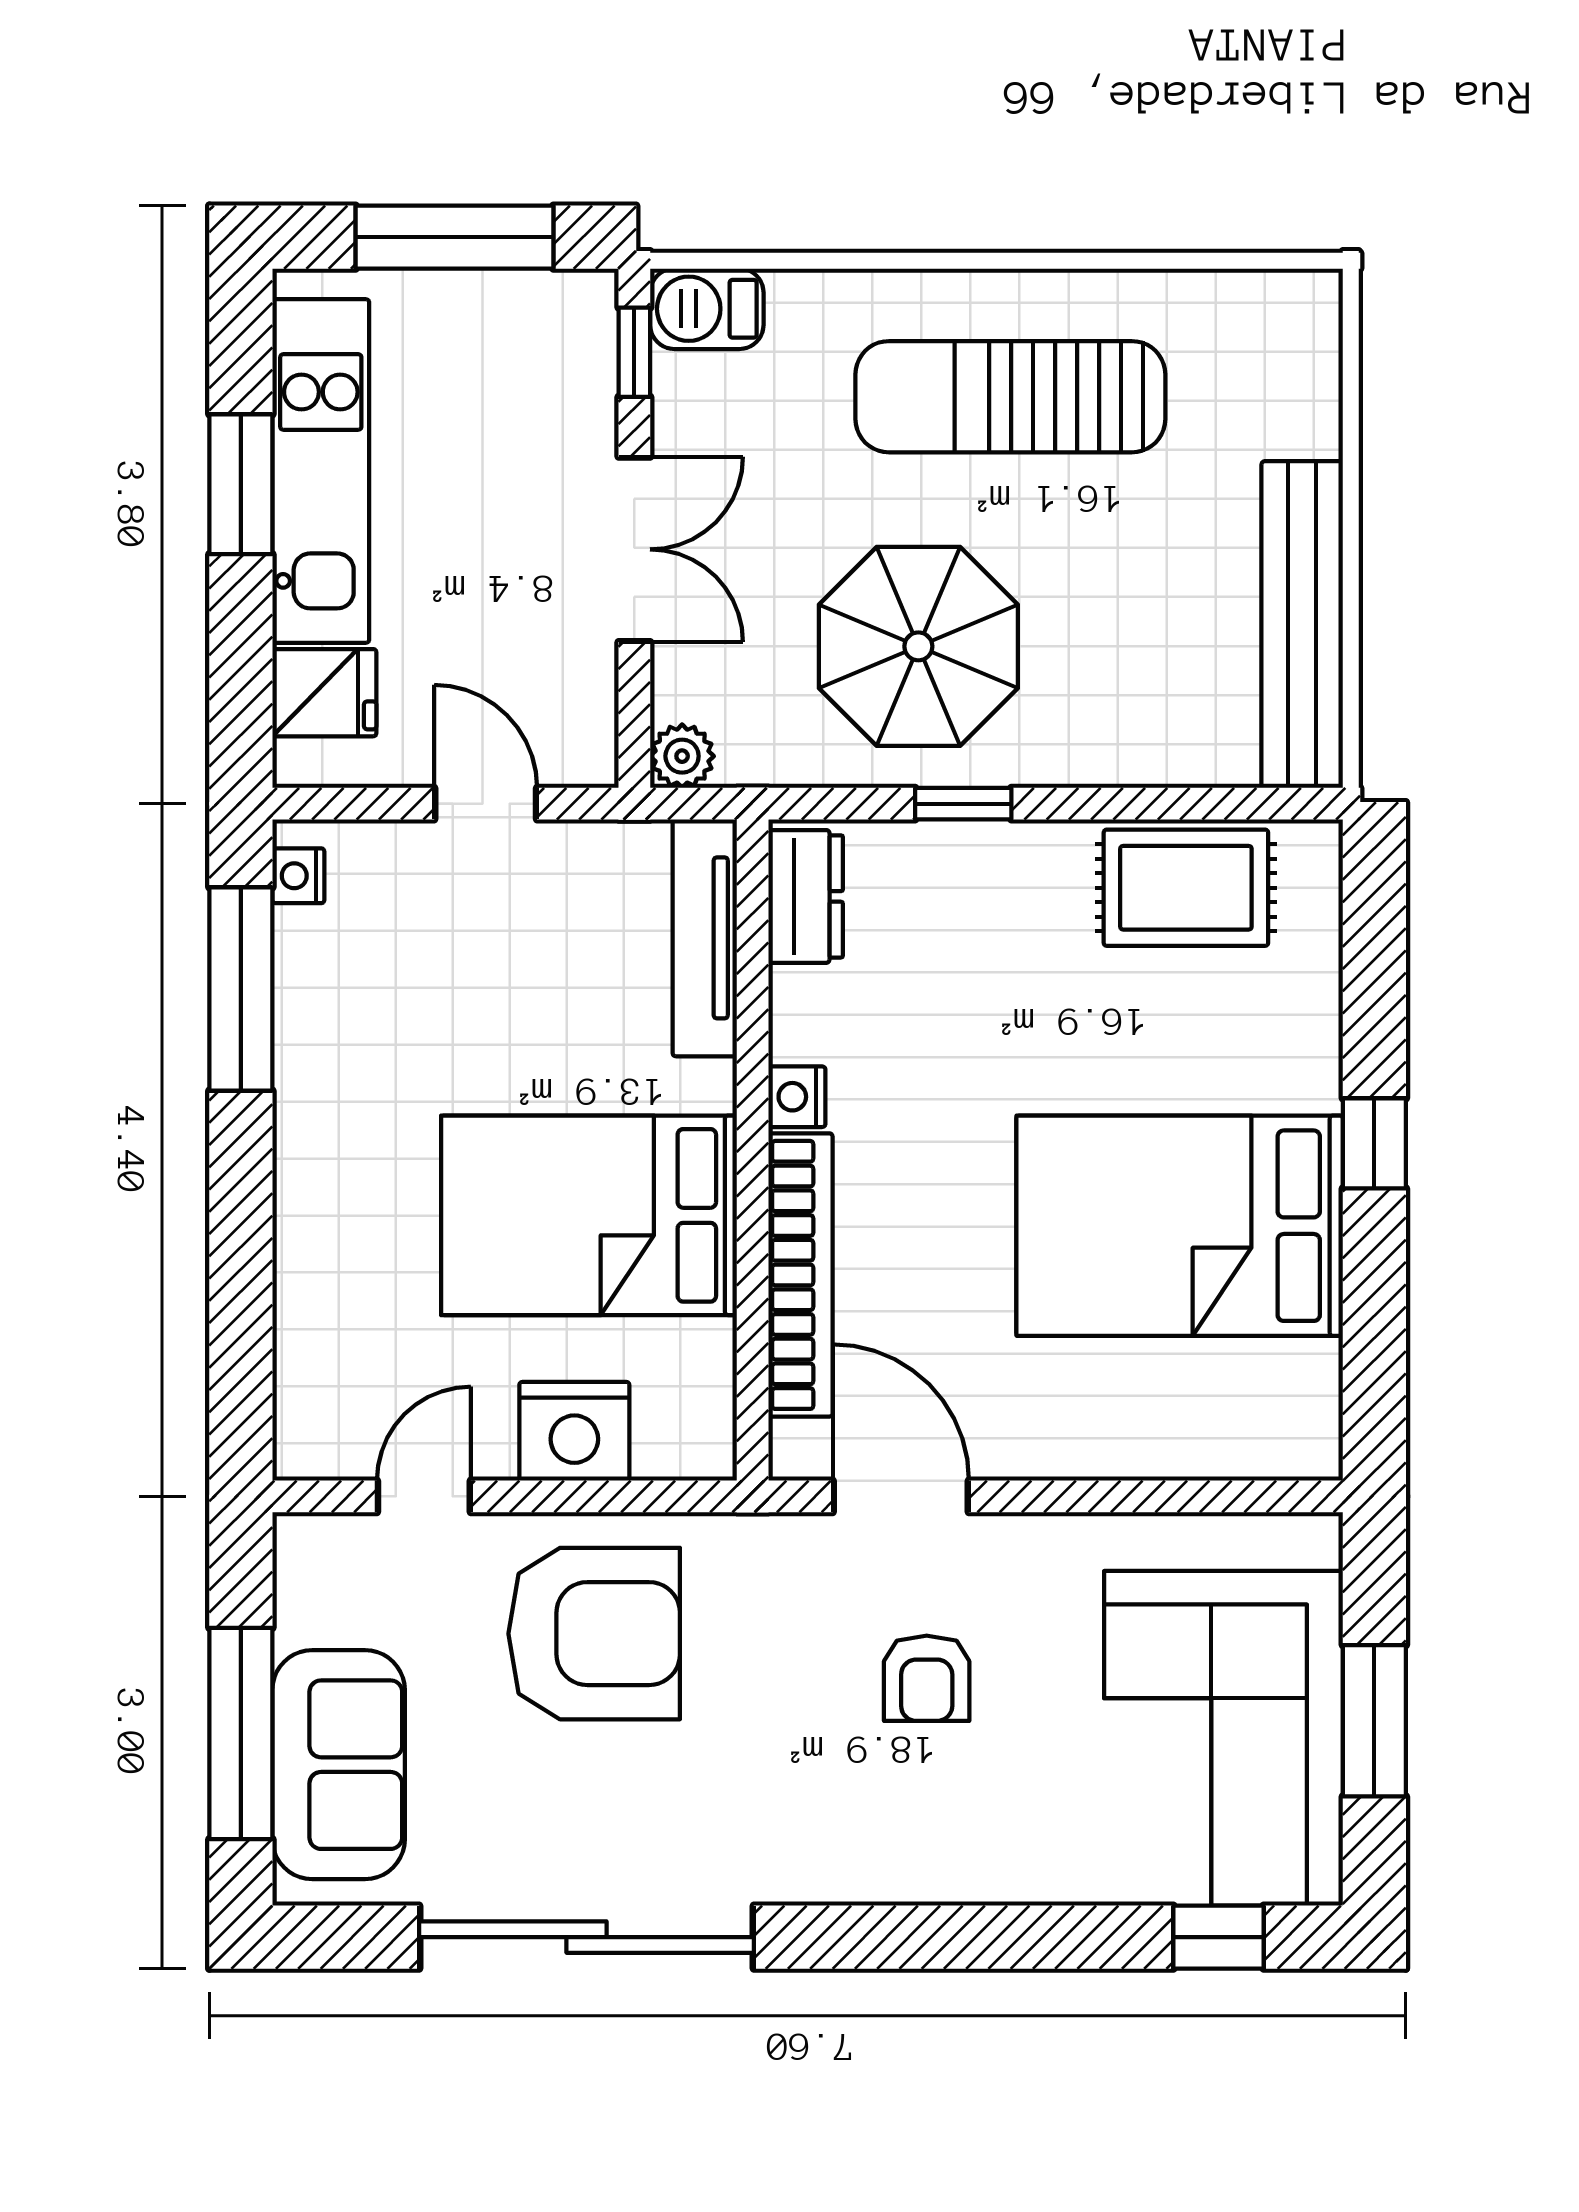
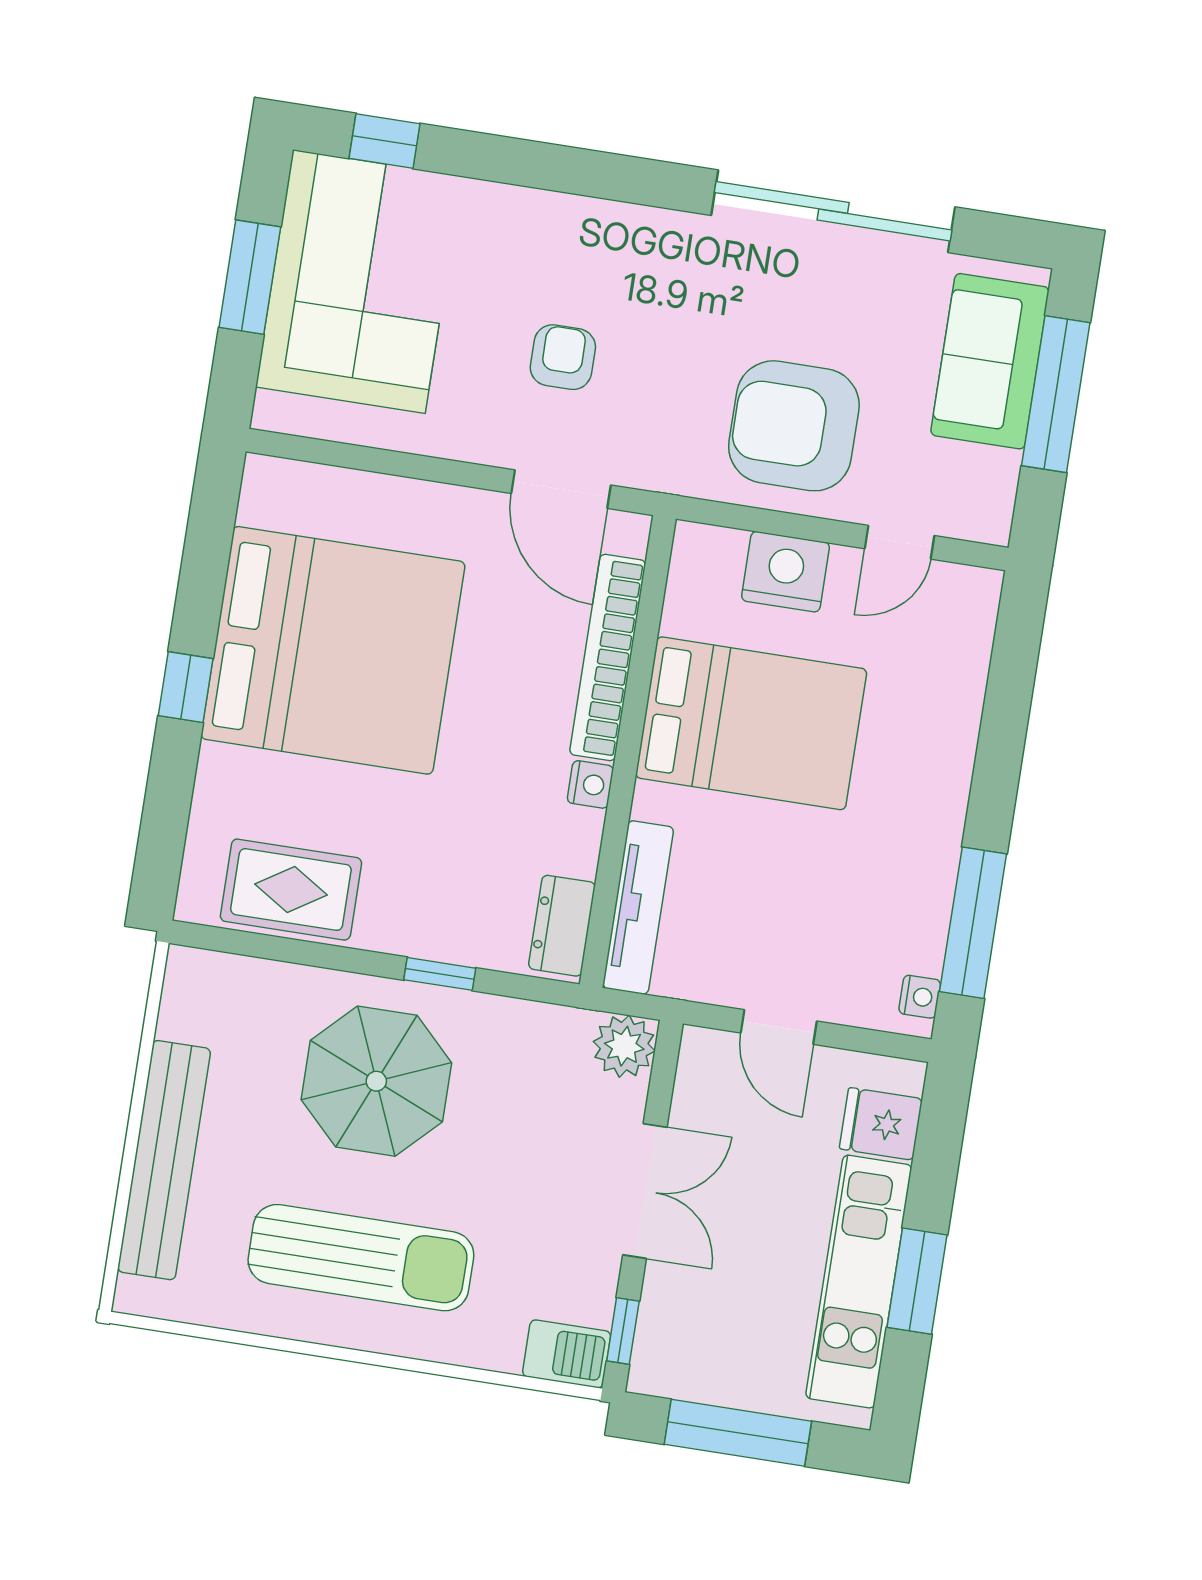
double door: (634, 549) -> (645, 1191), swing flipped
bench: (1302, 625) -> (164, 1160), moved
parasol: (918, 646) -> (376, 1081), moved
plant: (682, 756) -> (624, 1046), width x1.38, depth x1.38
bed: (1180, 1226) -> (333, 650), width x1.36

